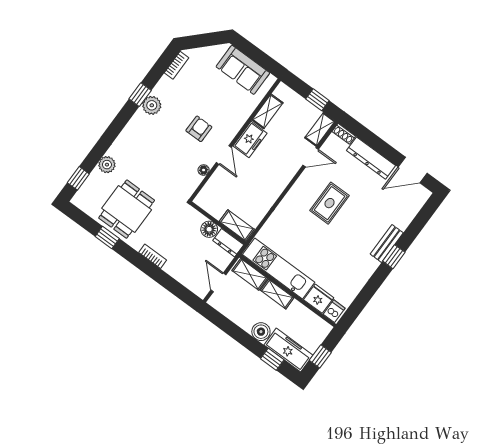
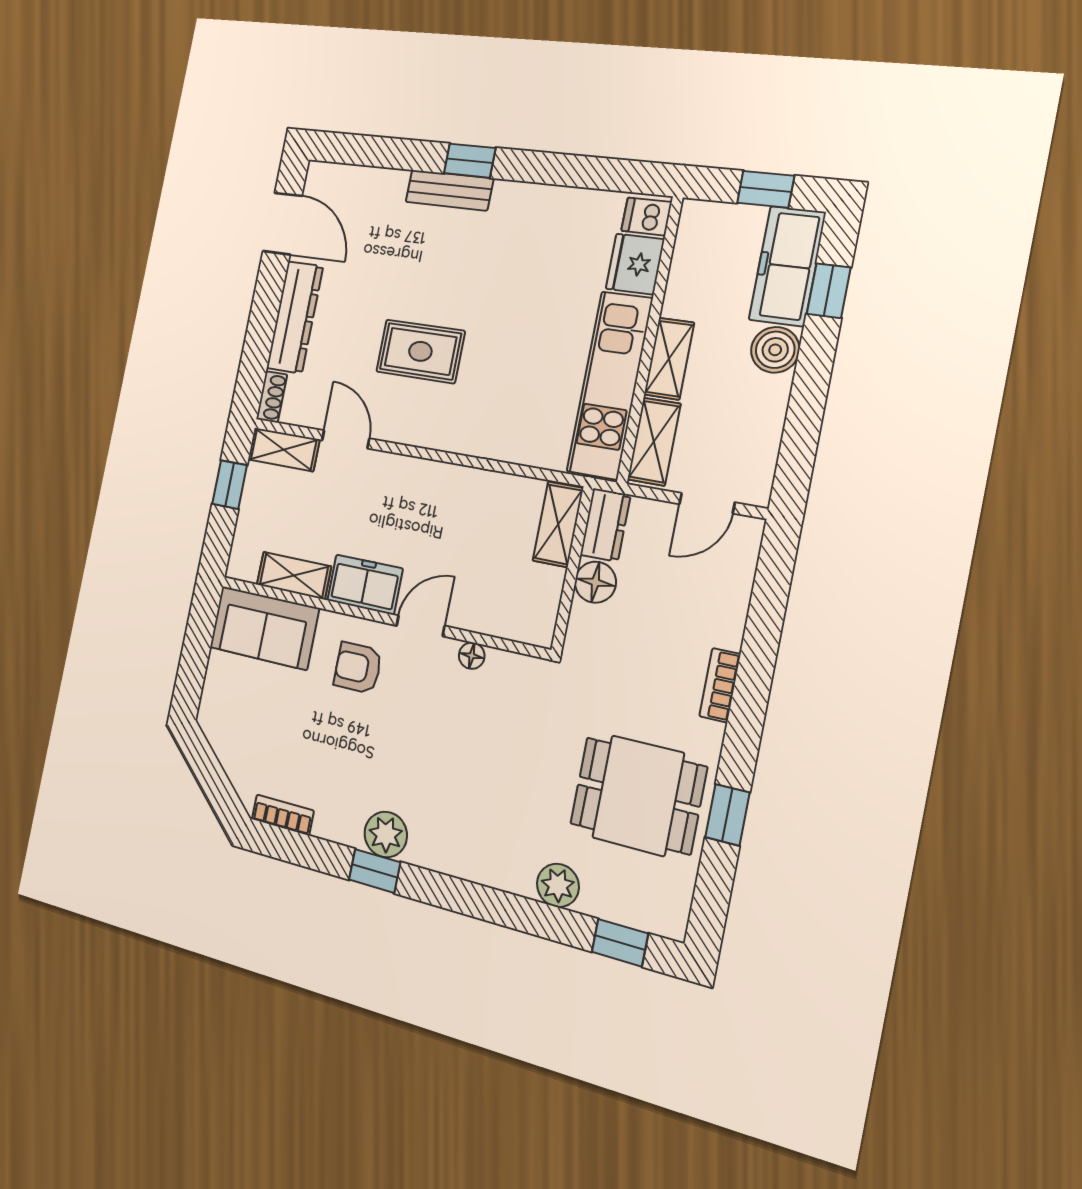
sofa: (243, 70) -> (264, 628), moved, turned 90
armchair: (199, 129) -> (358, 668), moved

